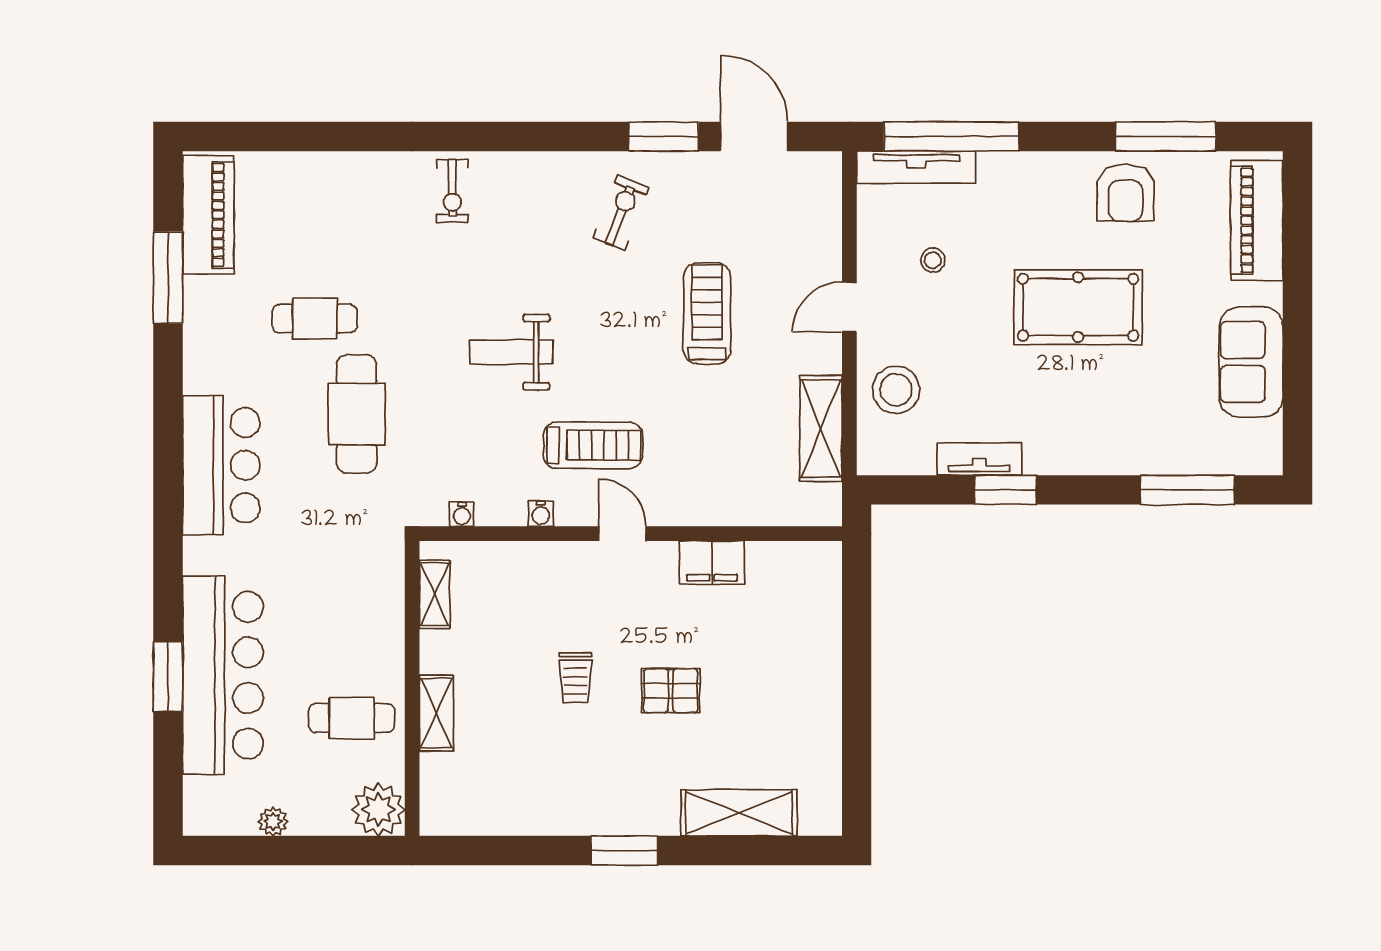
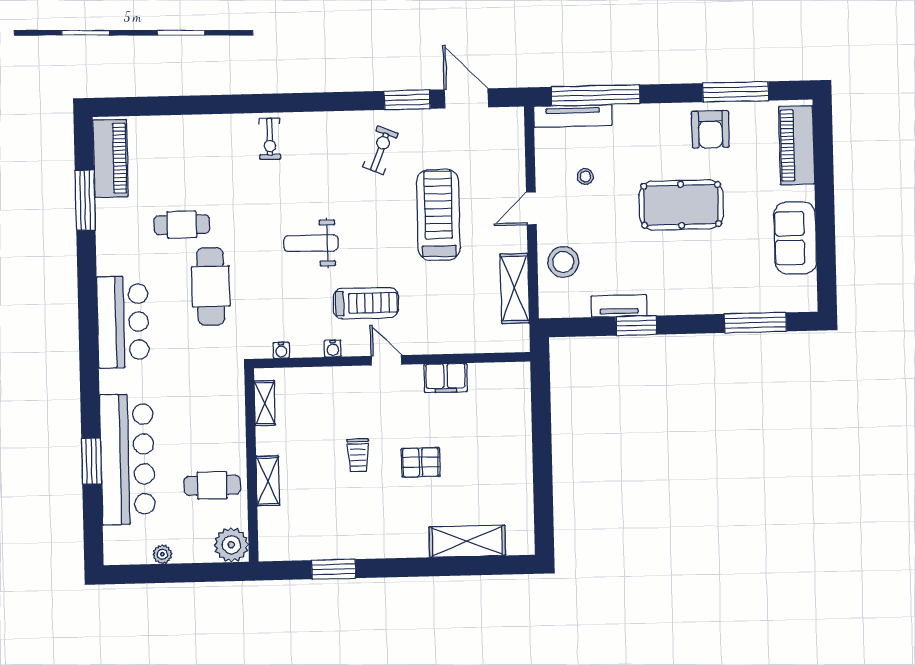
treadmill: (707, 313) -> (438, 215), width x1.37, depth x1.38
window: (624, 851) -> (334, 569), moved

